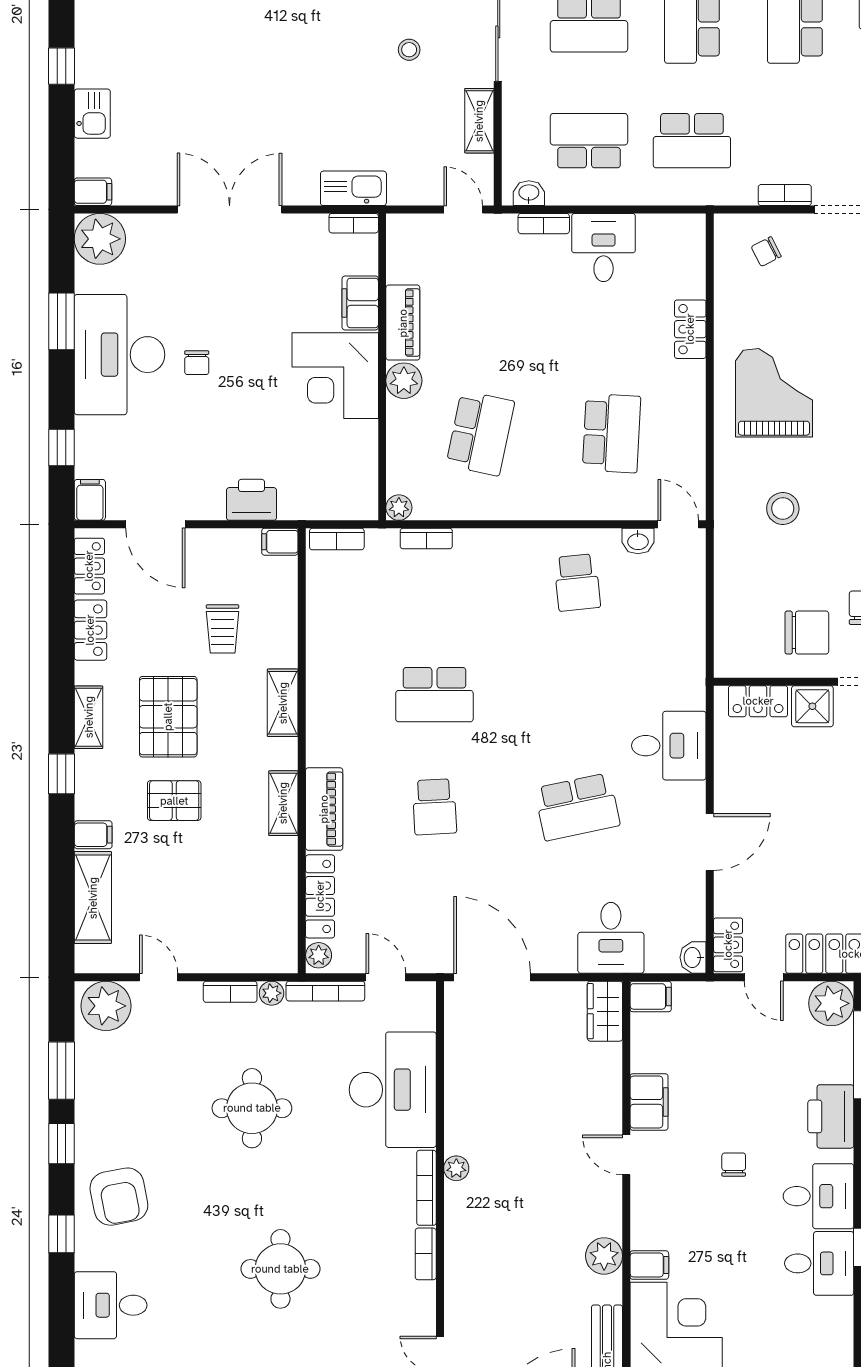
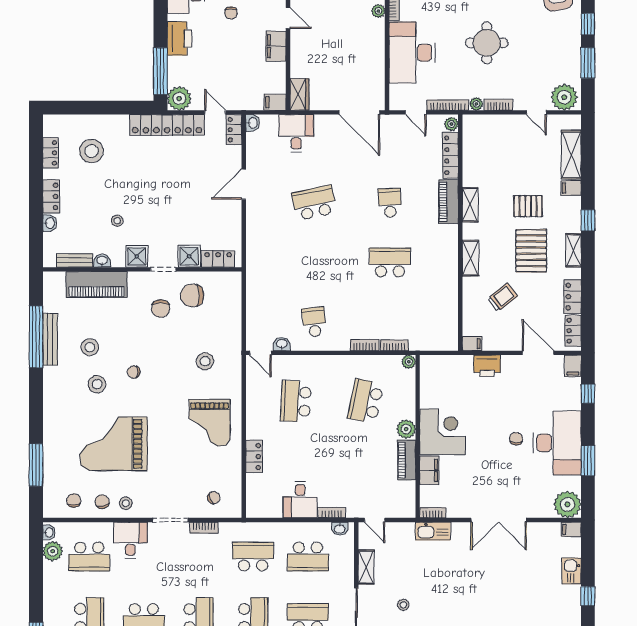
bookcase: (337, 539) -> (365, 345), moved
trolley: (223, 629) -> (502, 297), turned 52
desk: (669, 746) -> (265, 235), removed

